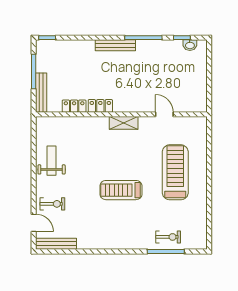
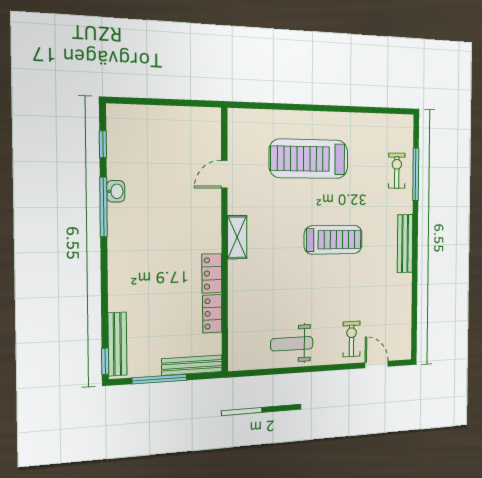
bench: (115, 45) -> (117, 344), moved
washbasin: (190, 45) -> (116, 191), moved
treadmill: (121, 190) -> (333, 240), turned -90
door: (34, 223) -> (377, 364), hinge flipped
bench: (56, 244) -> (405, 244), moved

